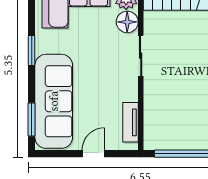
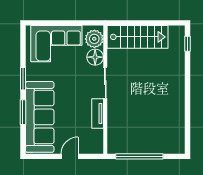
window: (32, 119) -> (23, 112), moved
tv unit: (131, 122) -> (98, 114), moved

